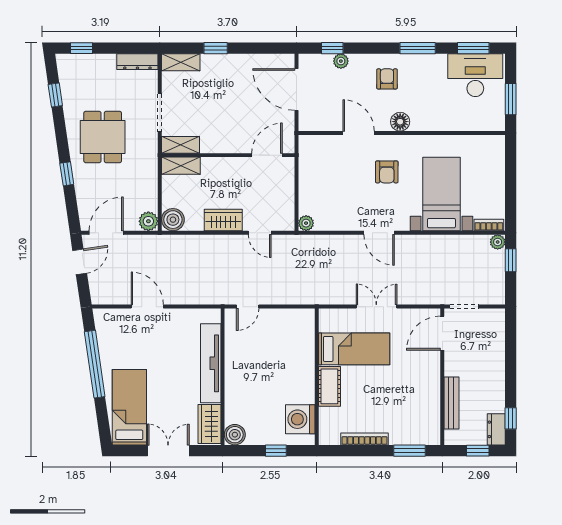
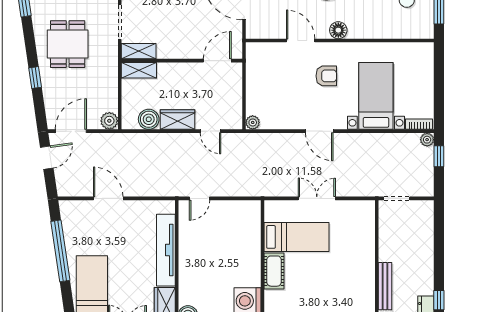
armchair: (387, 172) -> (326, 76), turned -90
boiler: (173, 220) -> (149, 119), moved
door: (442, 333) -> (377, 223), removed

